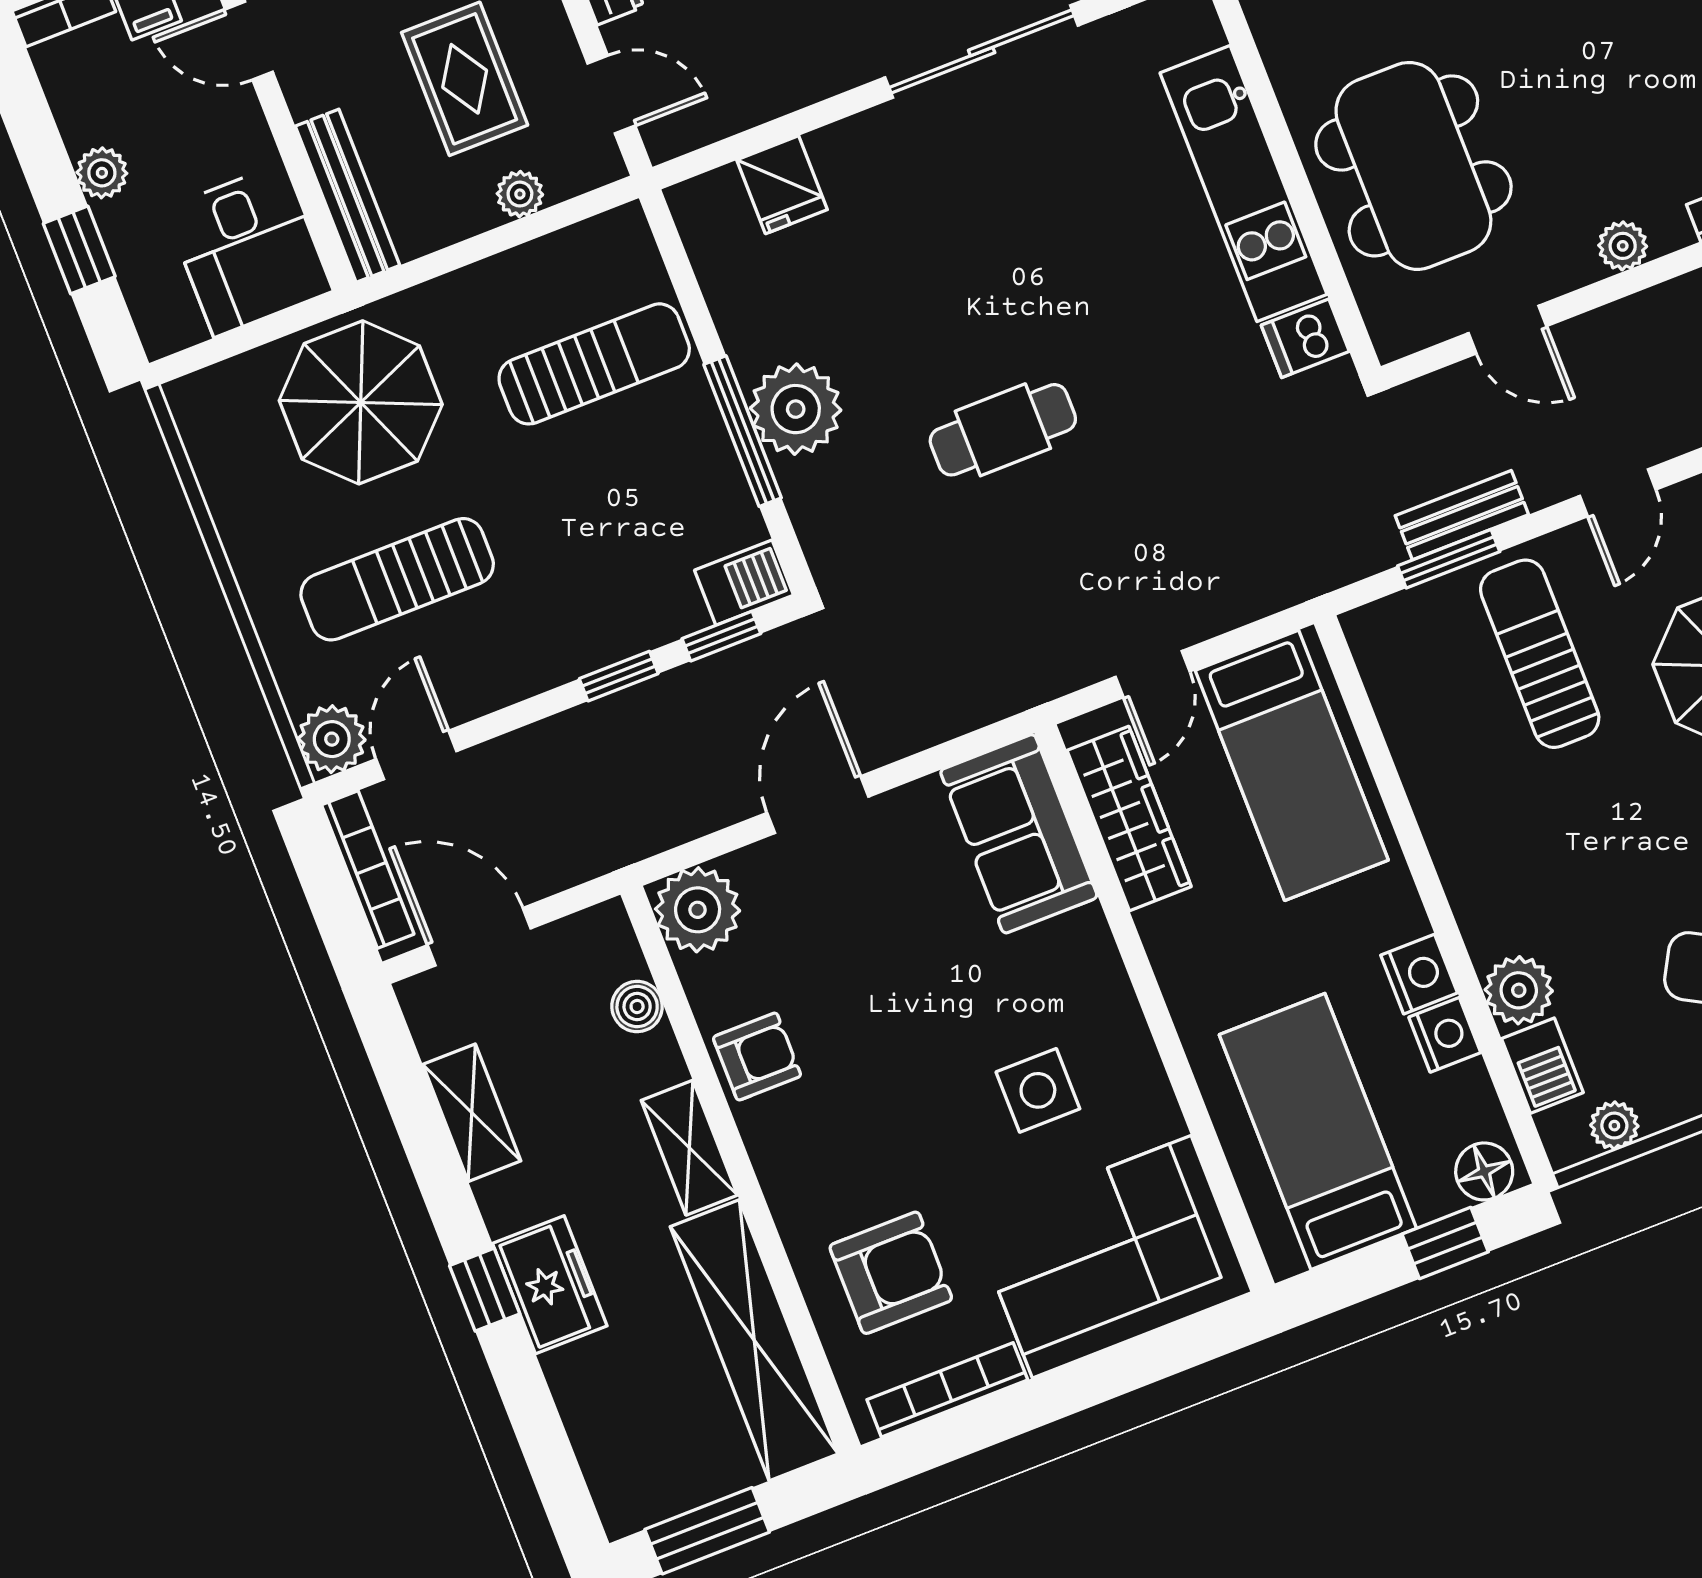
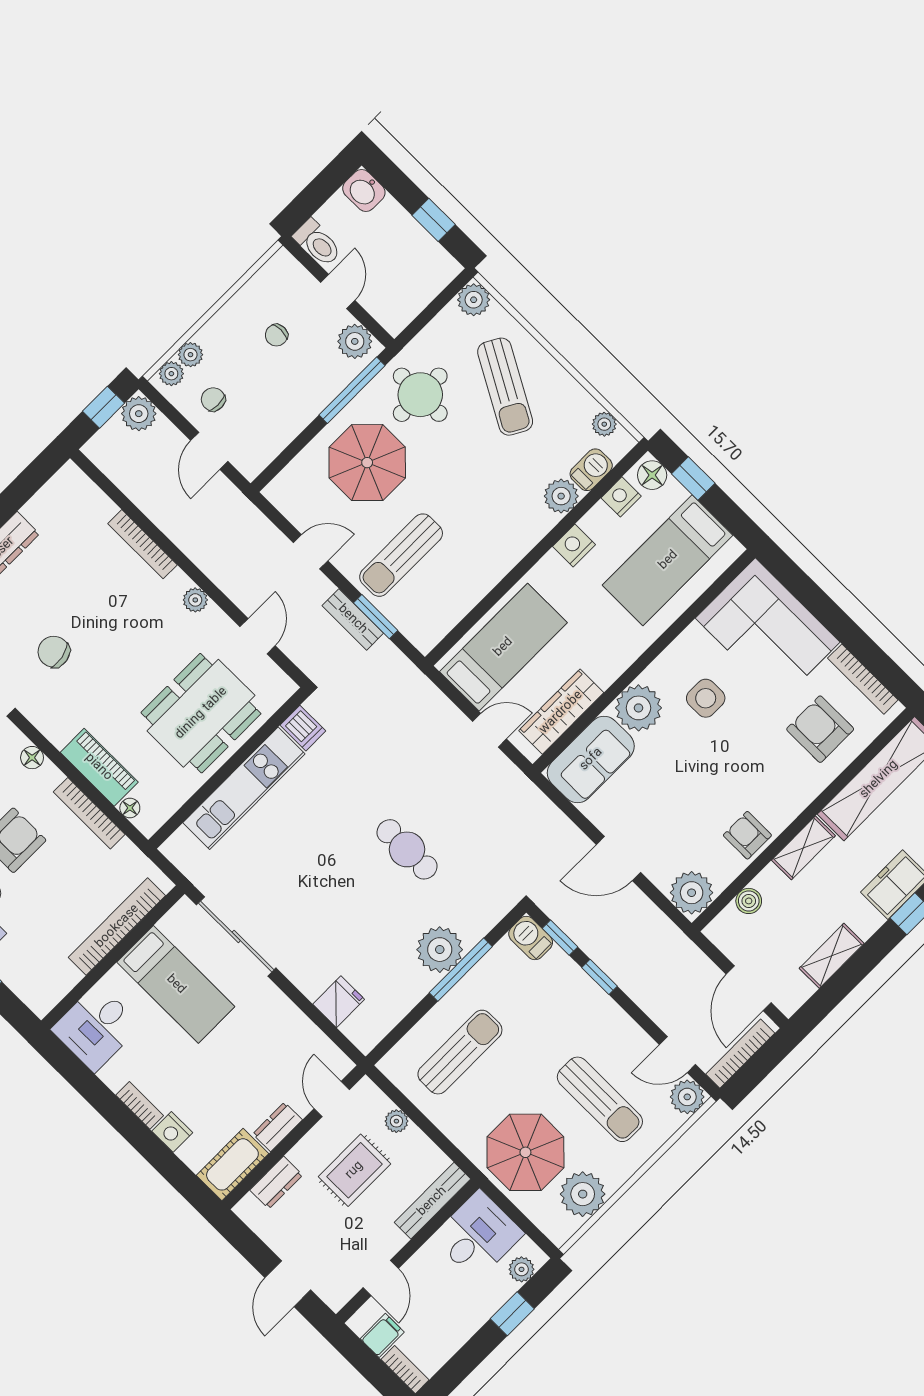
plant: (102, 173) -> (521, 1269), moved
sun lounger: (594, 364) -> (460, 1052), turned 90
plant: (240, 473) -> (583, 1194), added
plant: (1074, 961) -> (638, 708), added
nightstand: (1445, 1035) -> (621, 497), moved

